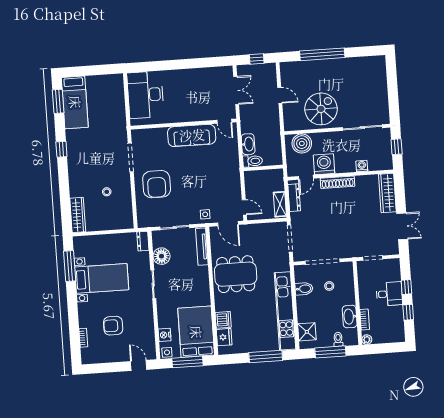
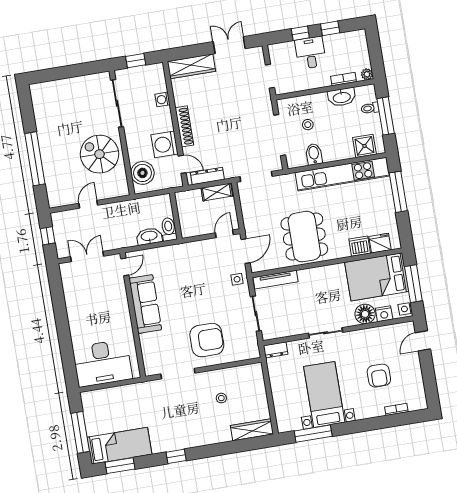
window: (89, 71) -> (80, 432), added
floor lamp: (161, 256) -> (365, 314), moved

